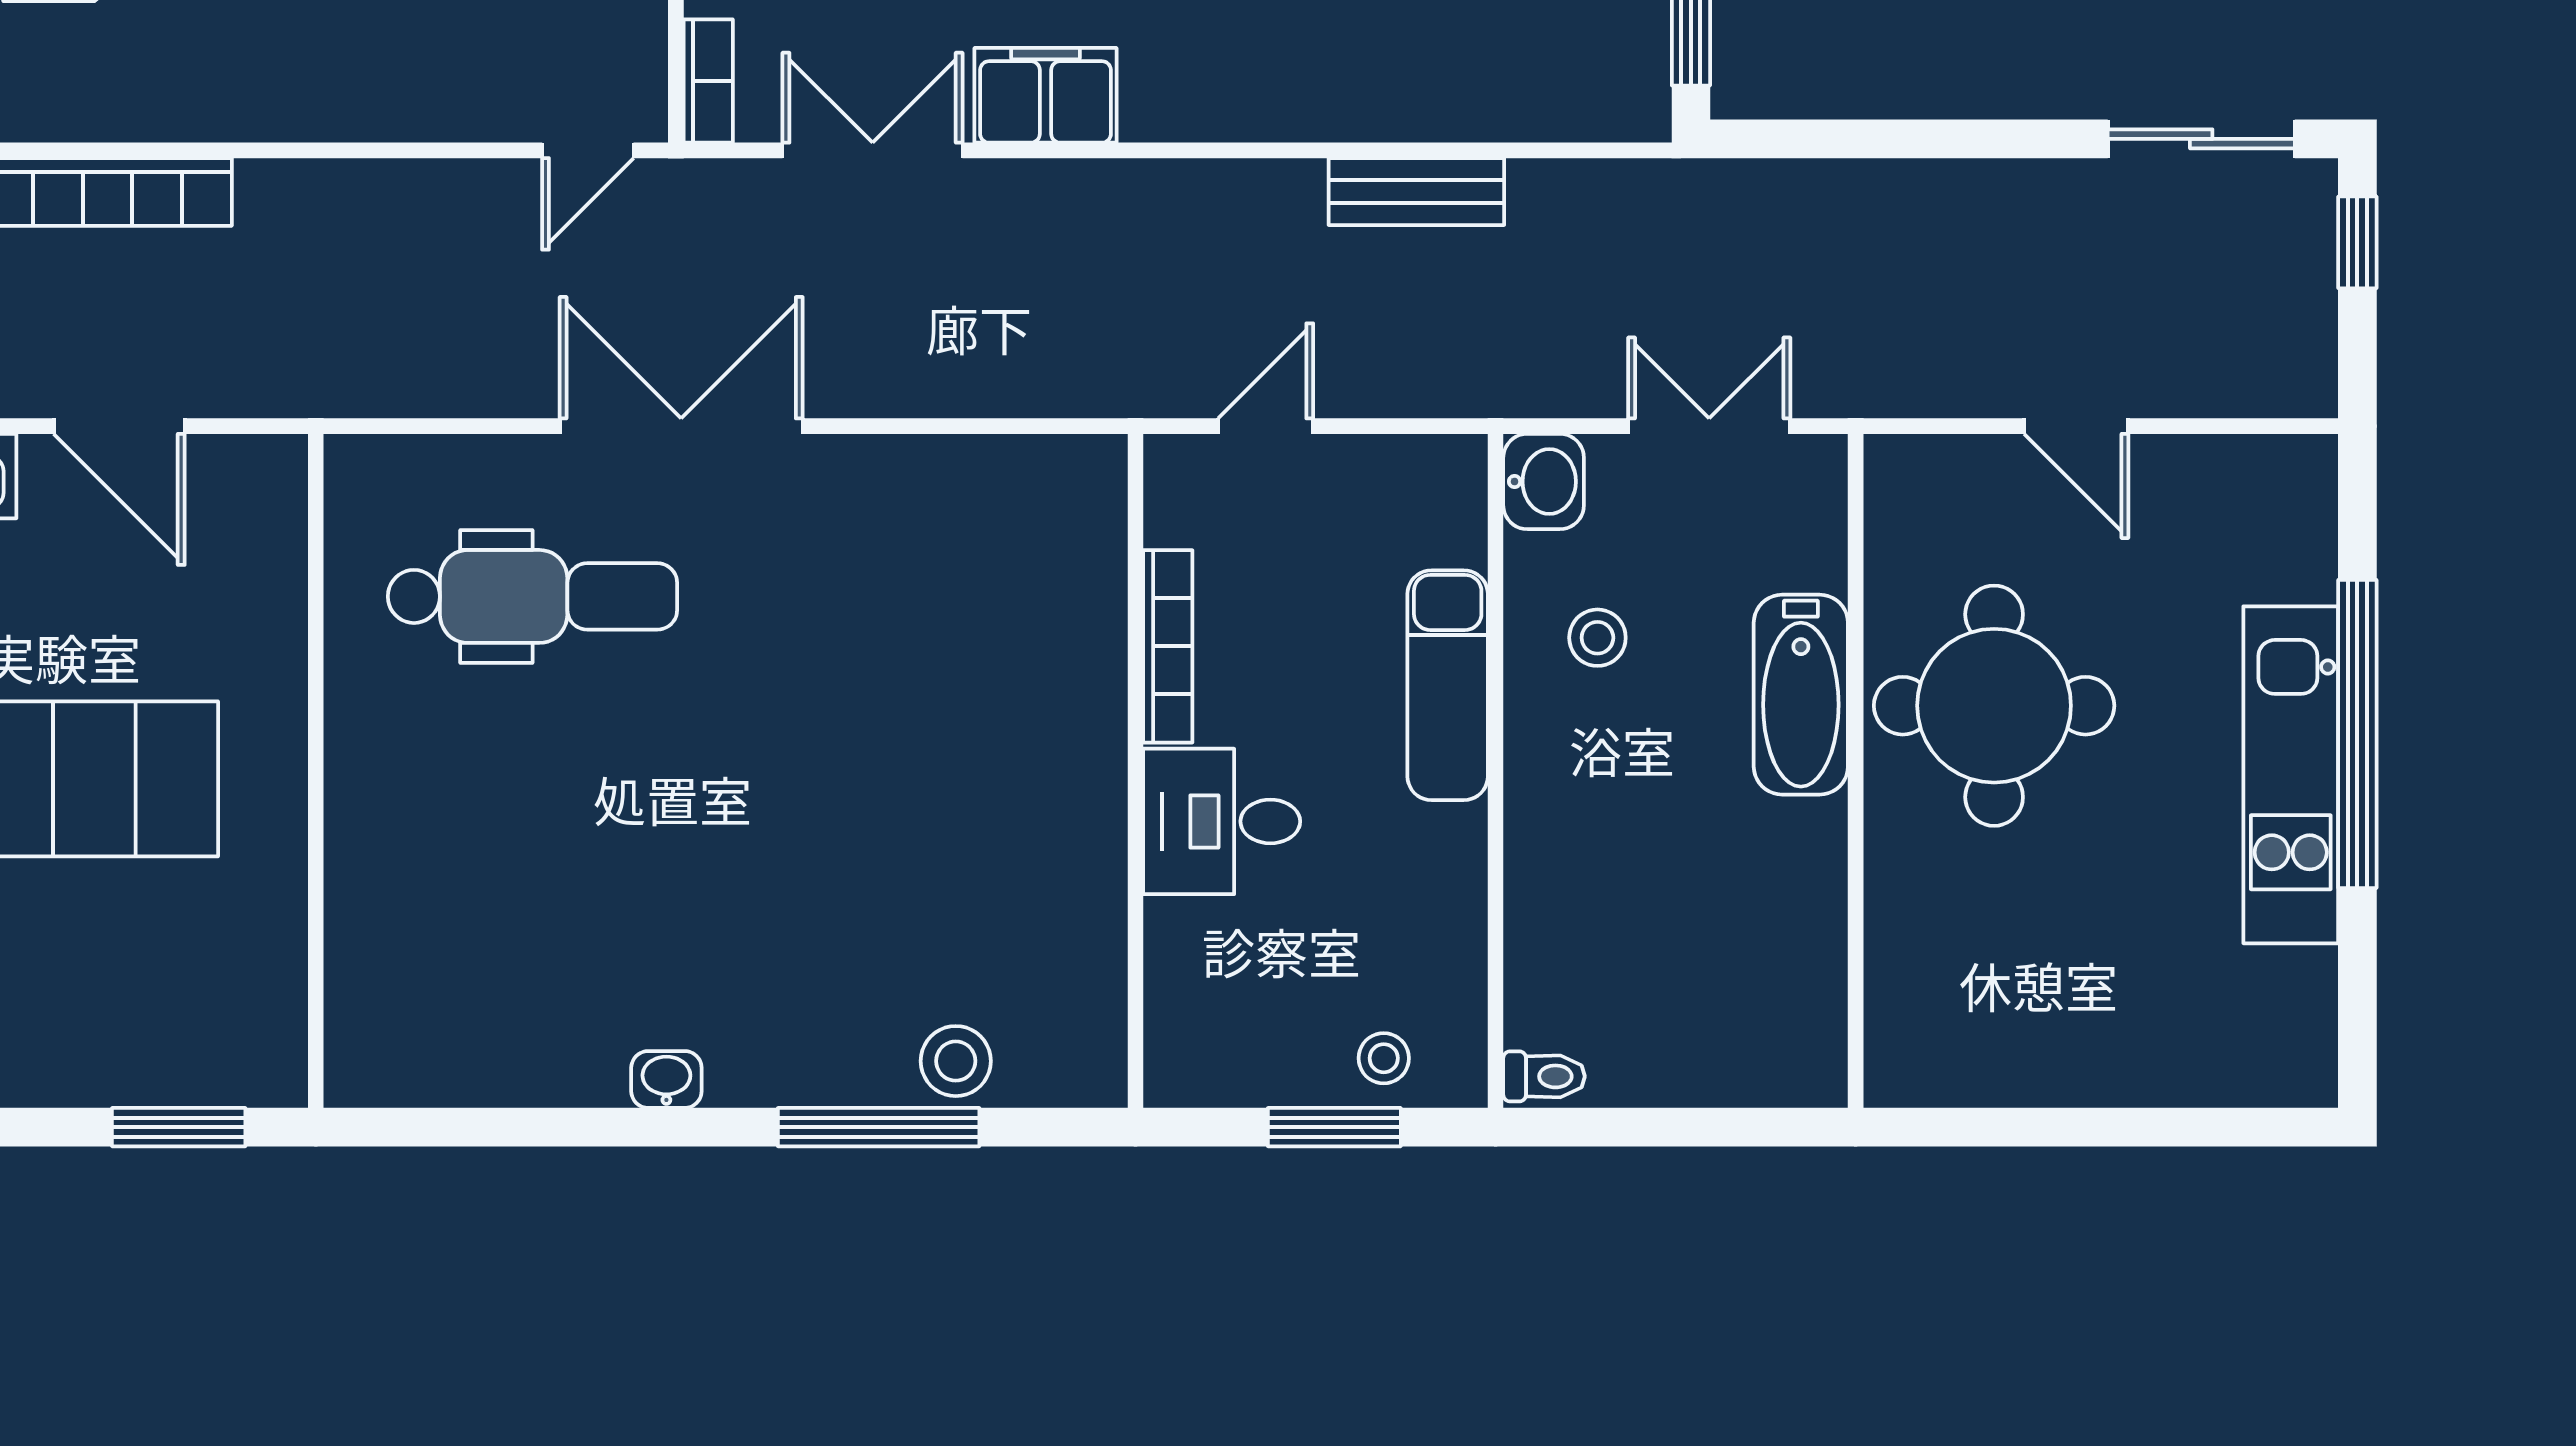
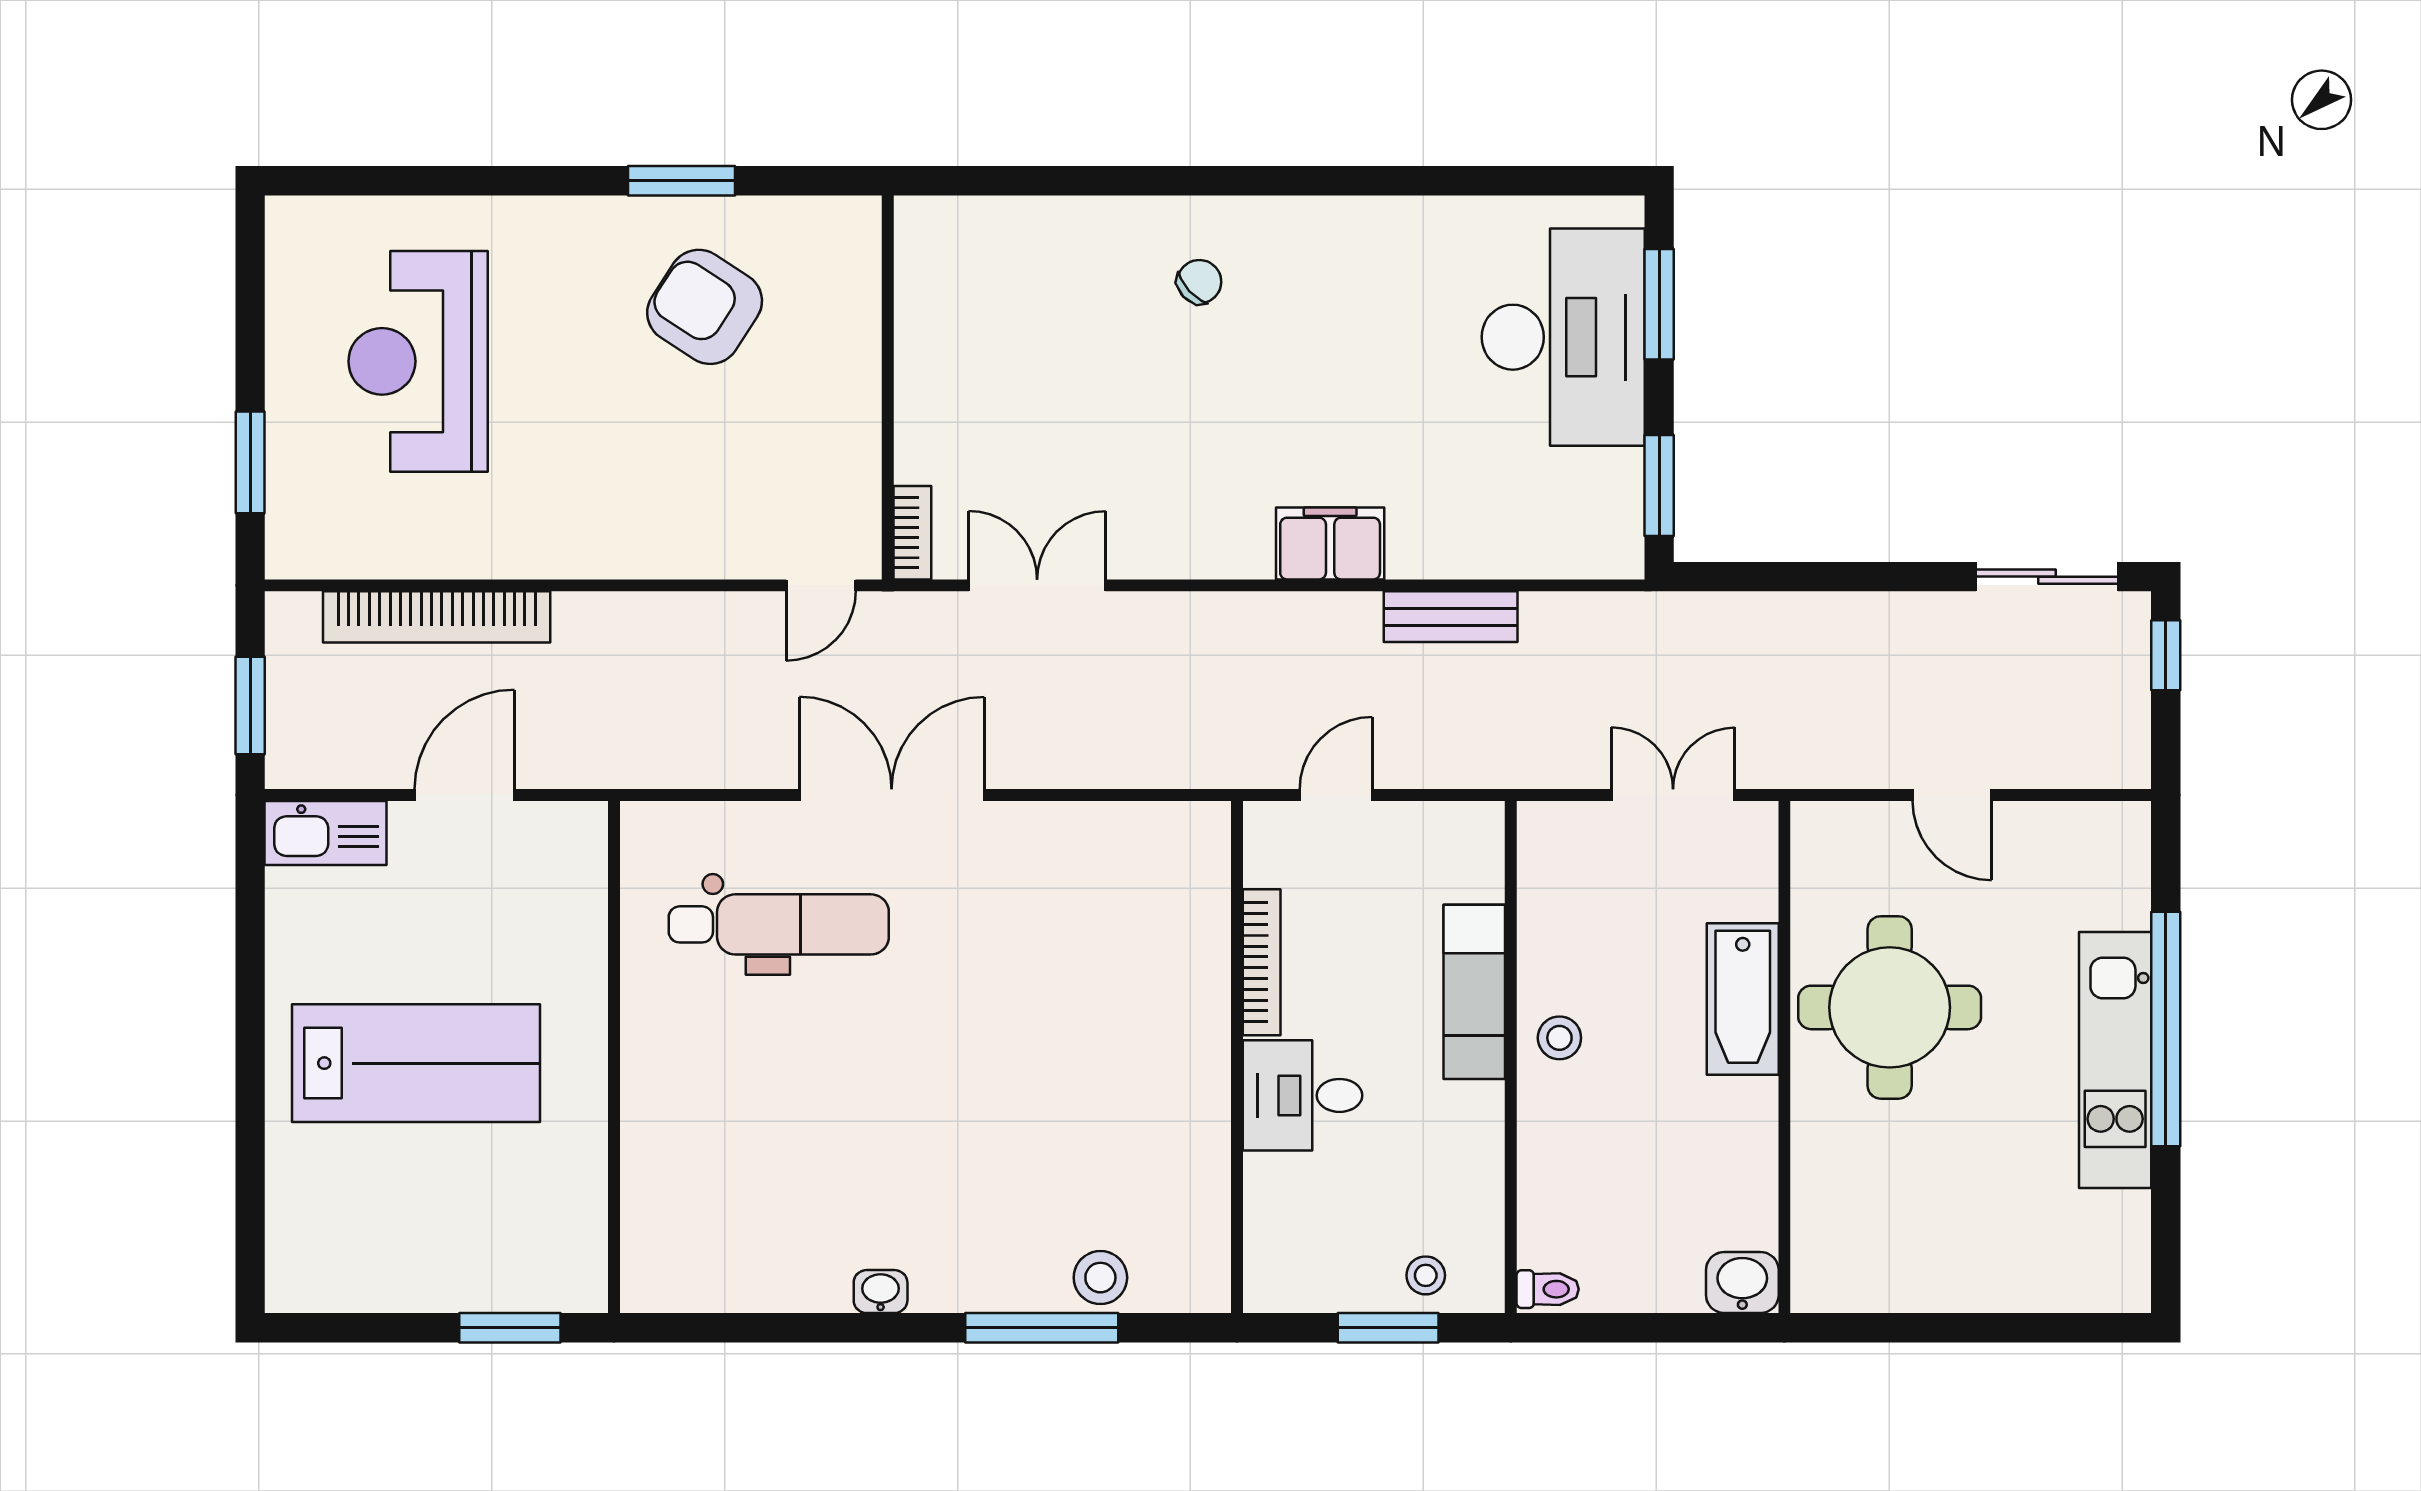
filing cabinet: (1046, 95) -> (1330, 544), moved
door: (119, 426) -> (465, 795), swing flipped
washbasin: (1544, 482) -> (1742, 1283), moved, turned -90
stool: (1597, 638) -> (1559, 1038), moved

